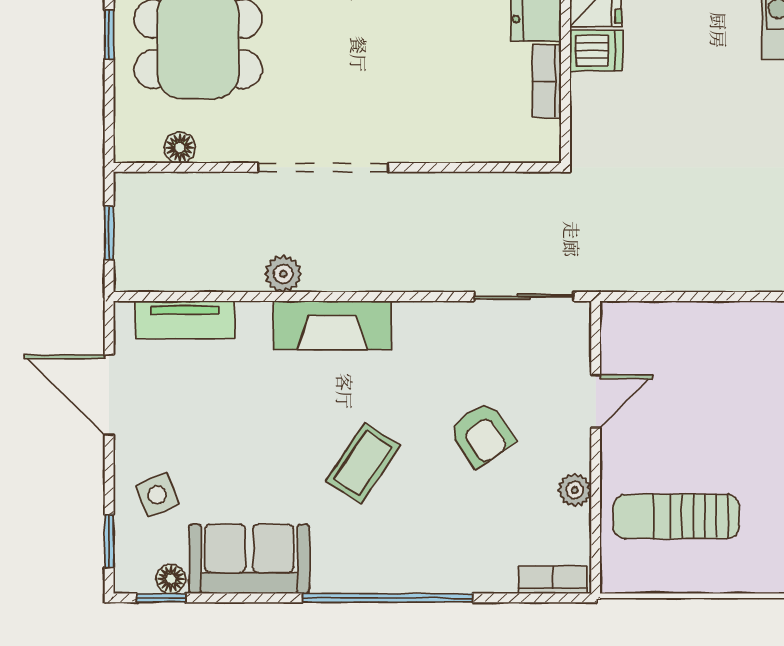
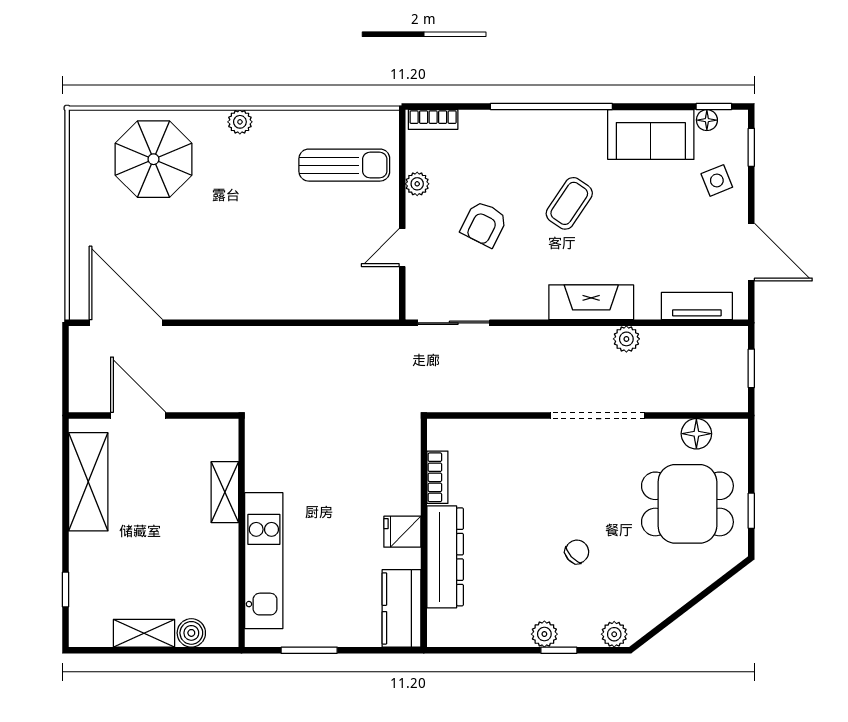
dishwasher: (596, 51) -> (402, 499), removed
floor lamp: (180, 148) -> (696, 434), width x1.37, depth x1.37
armchair: (482, 434) -> (484, 224), turned -119

